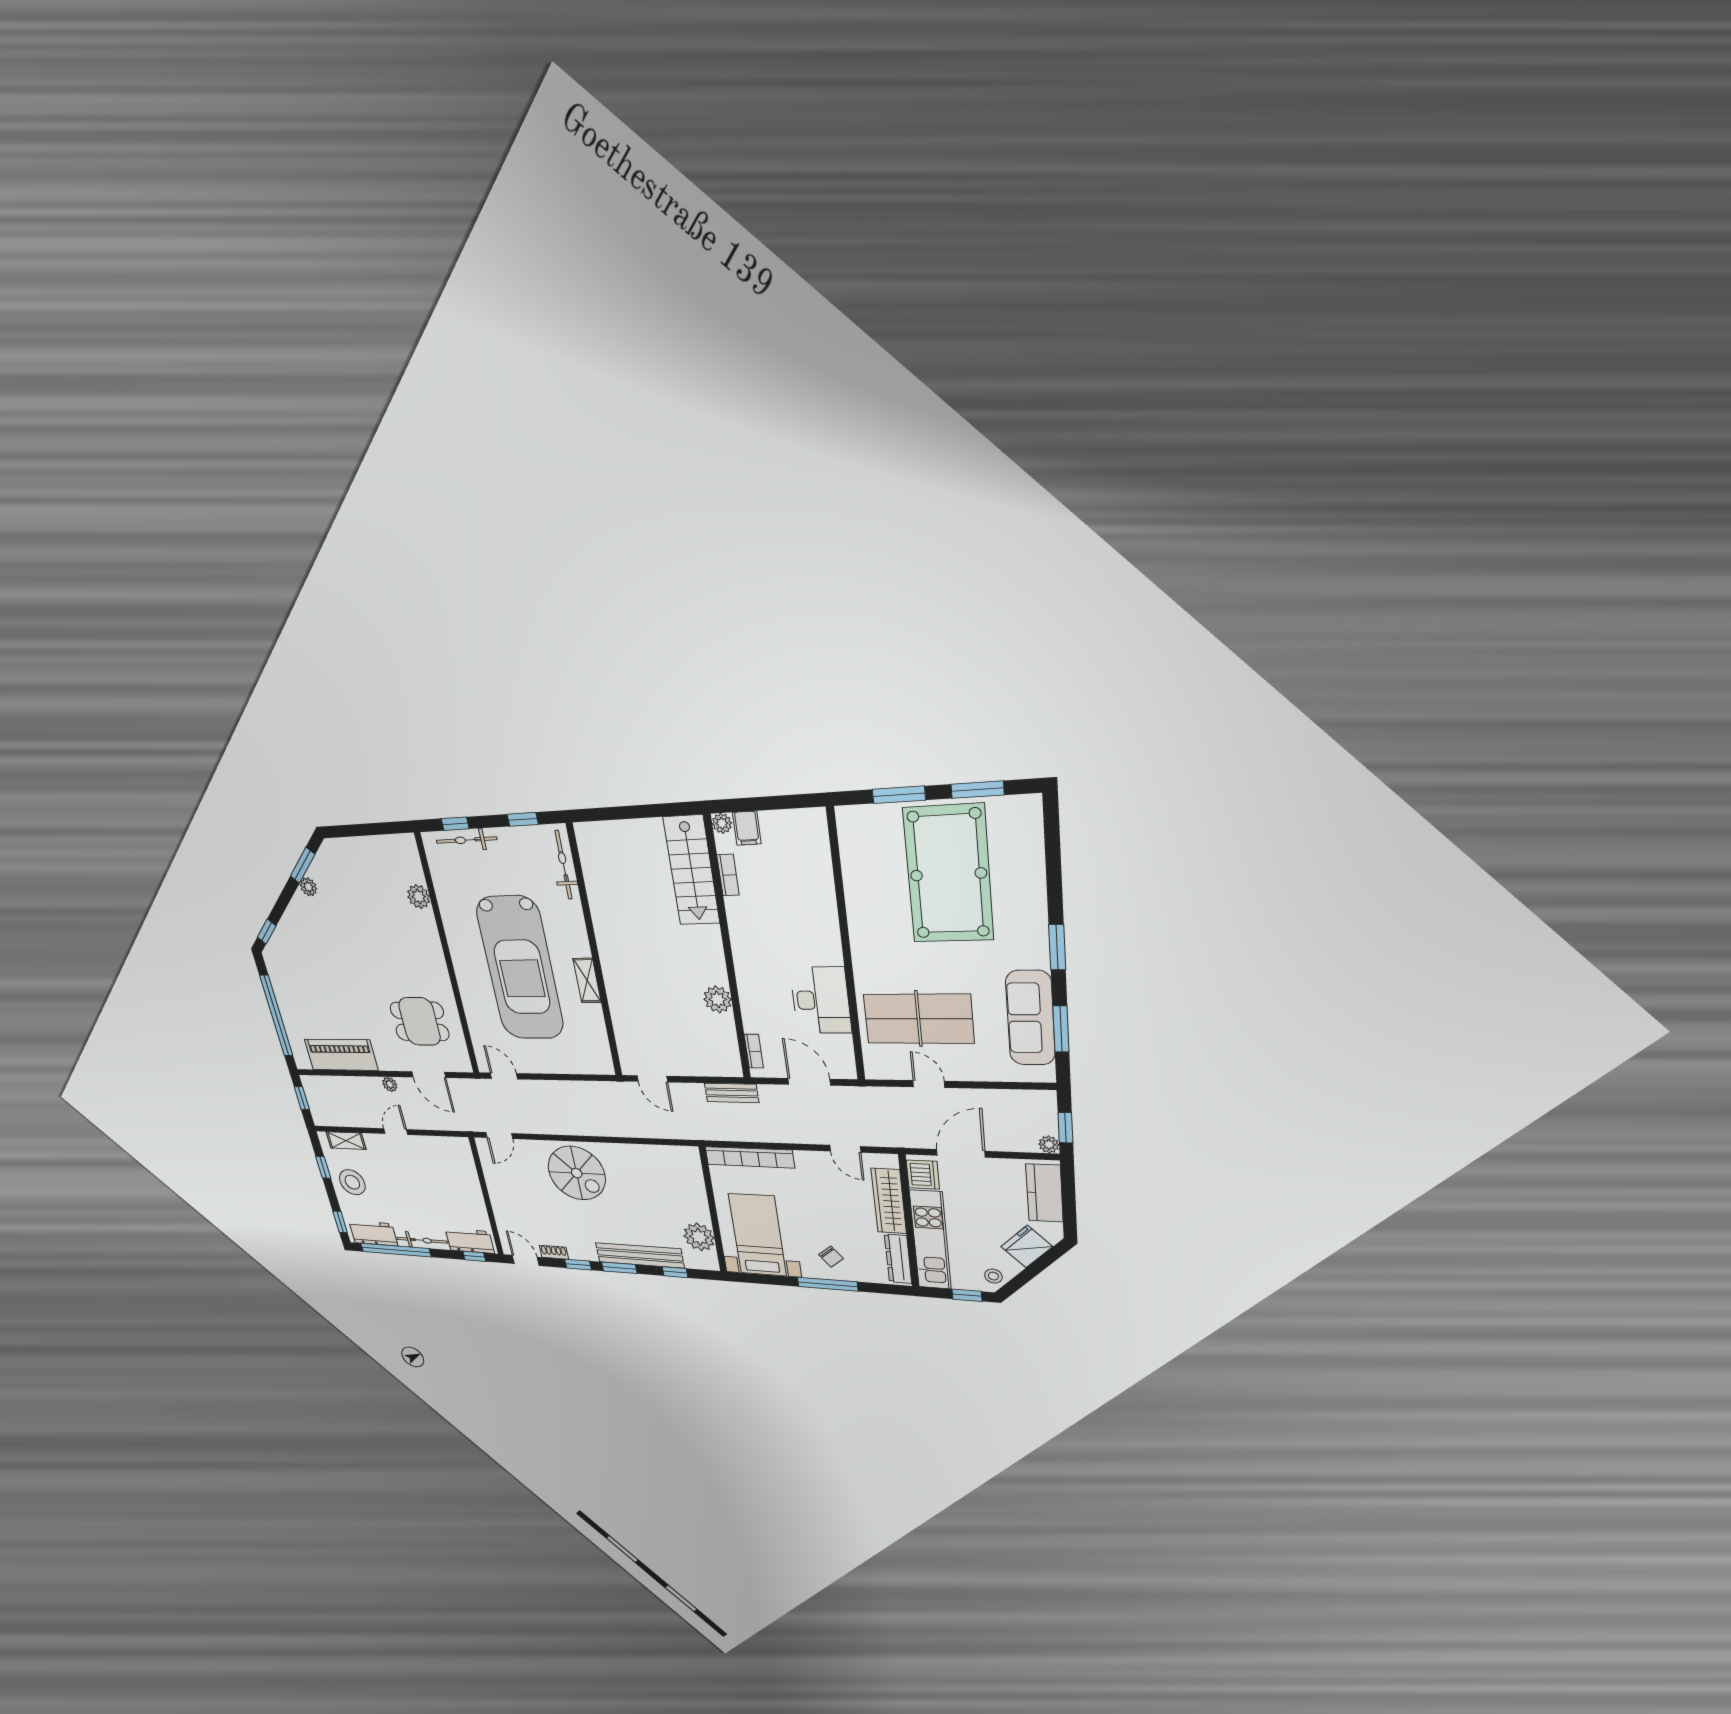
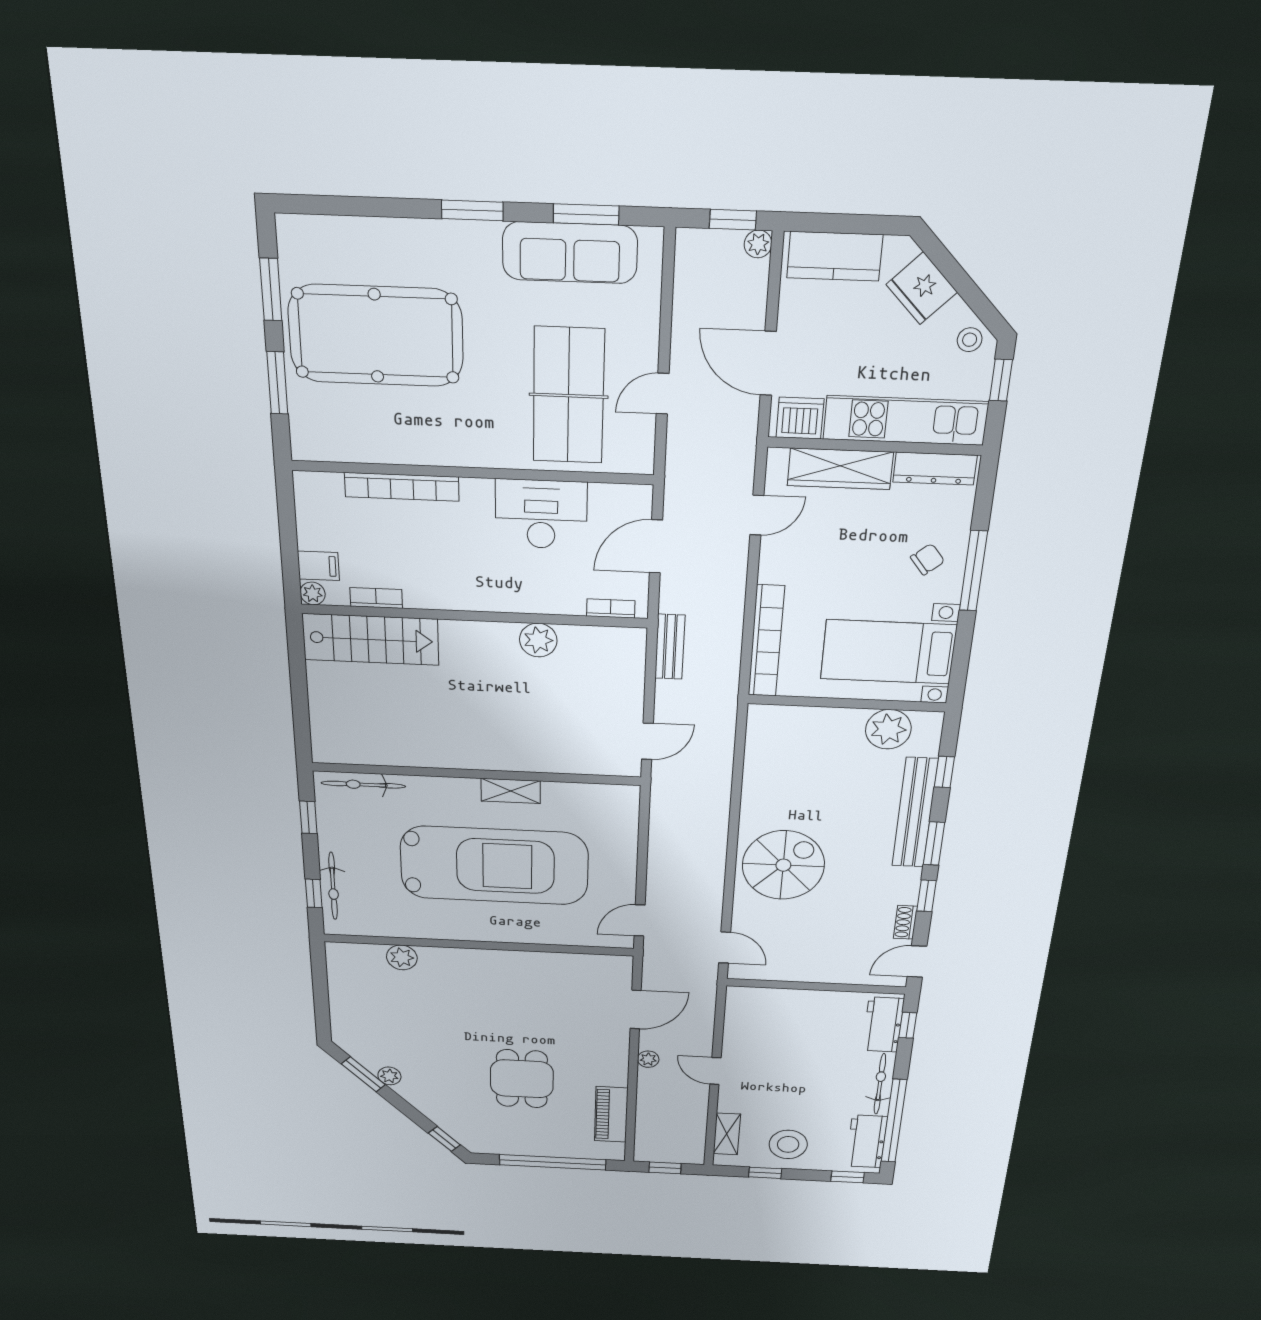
bookcase: (826, 895) -> (402, 487), added
dining table: (420, 1021) -> (522, 1079), moved
piano: (341, 1055) -> (611, 1115), width x0.73, depth x0.75

